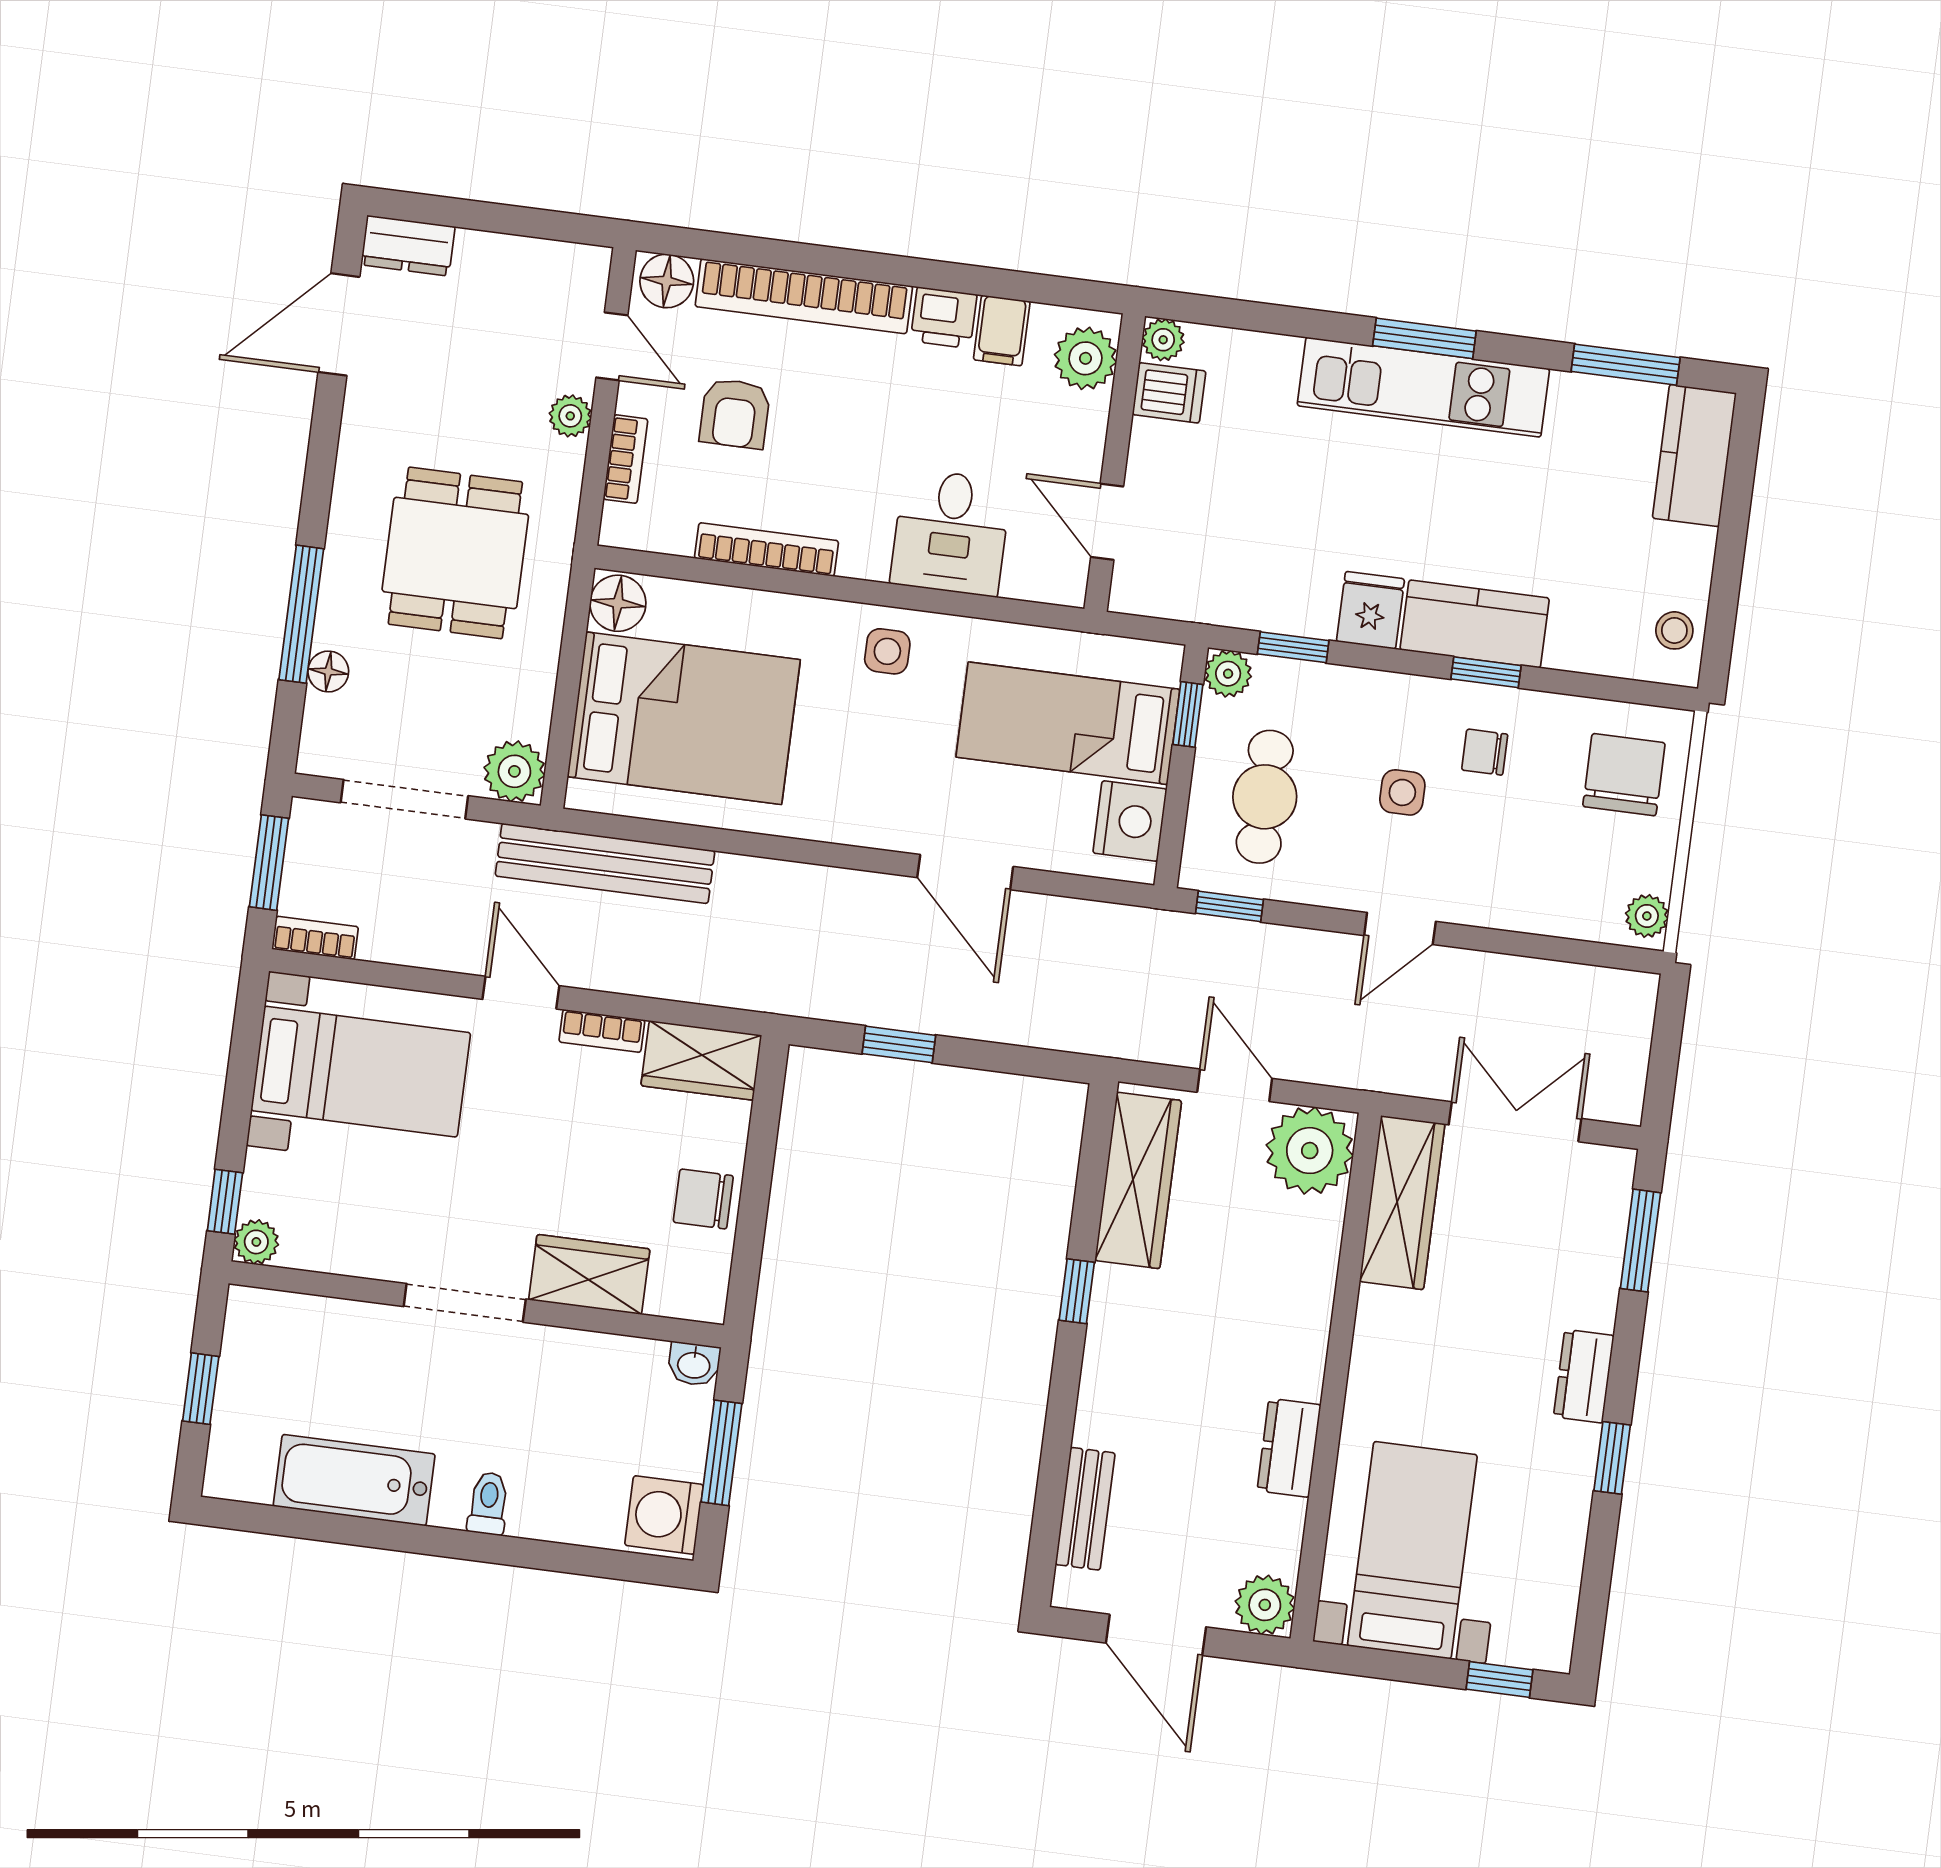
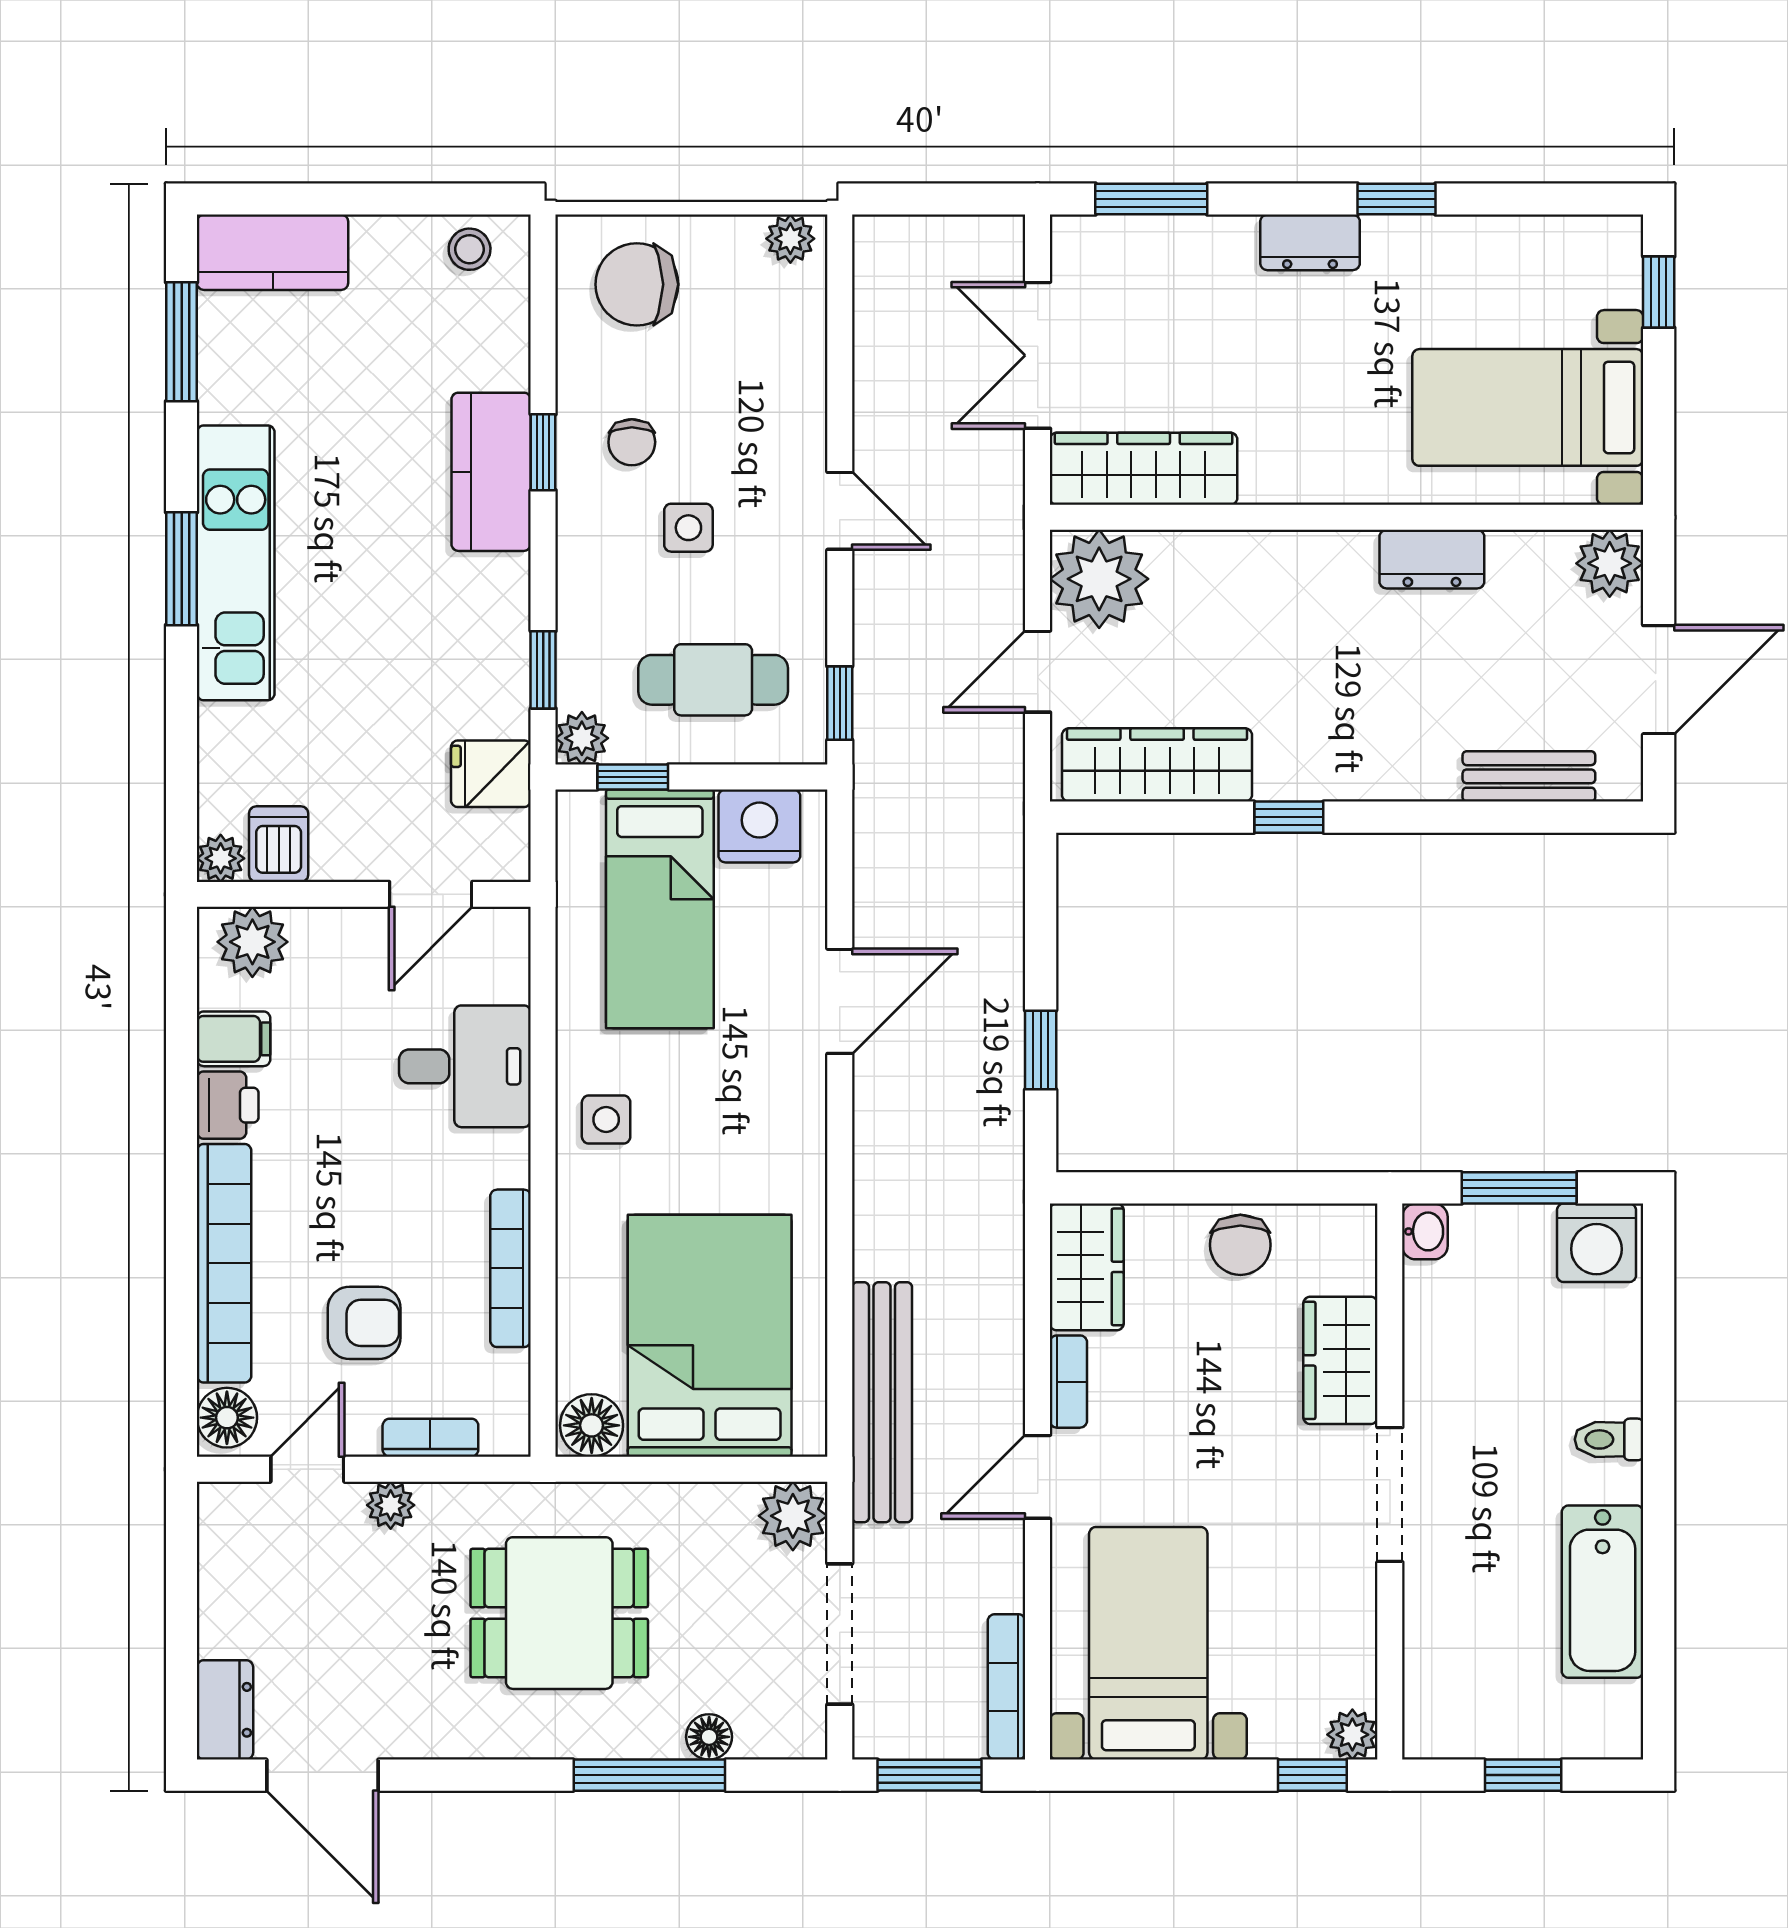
fridge: (1370, 610) -> (491, 774), moved
bookcase: (315, 938) -> (1007, 1687), width x1.56

